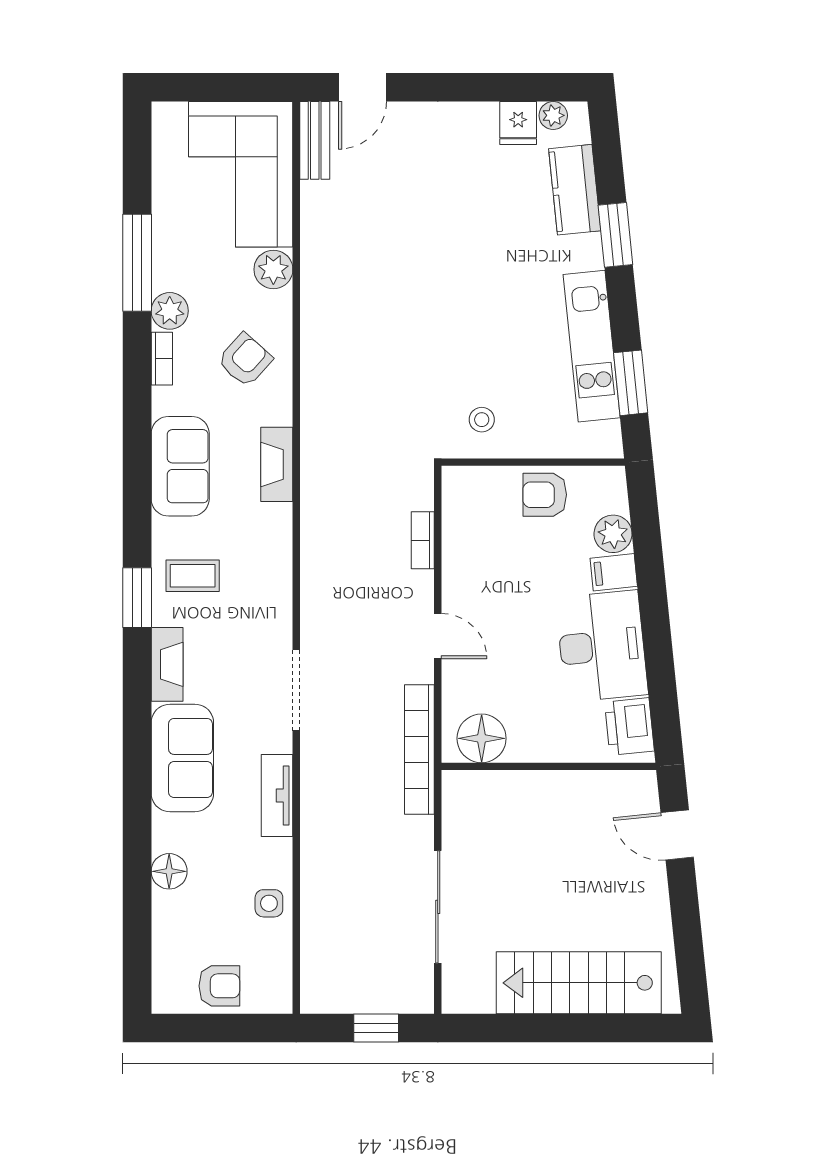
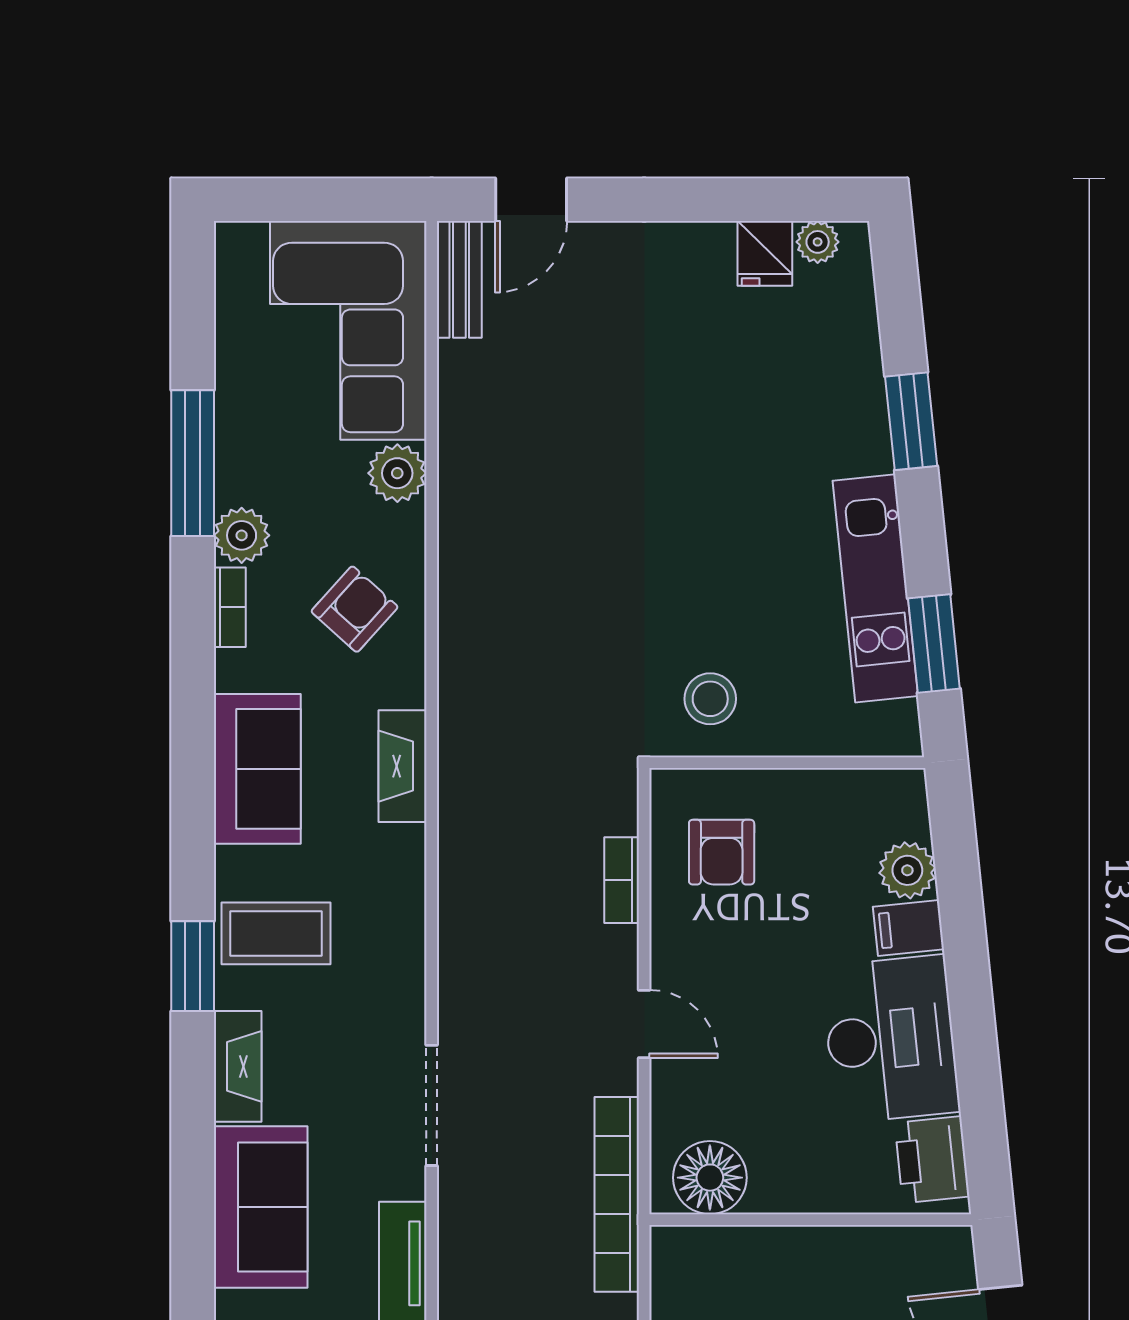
kitchen counter: (575, 190) -> (850, 353), removed
stool: (482, 420) -> (710, 699), width x1.37, depth x1.37
armchair: (545, 495) -> (722, 852), moved, turned -90
coffee table: (193, 576) -> (276, 933), width x1.36, depth x1.30

